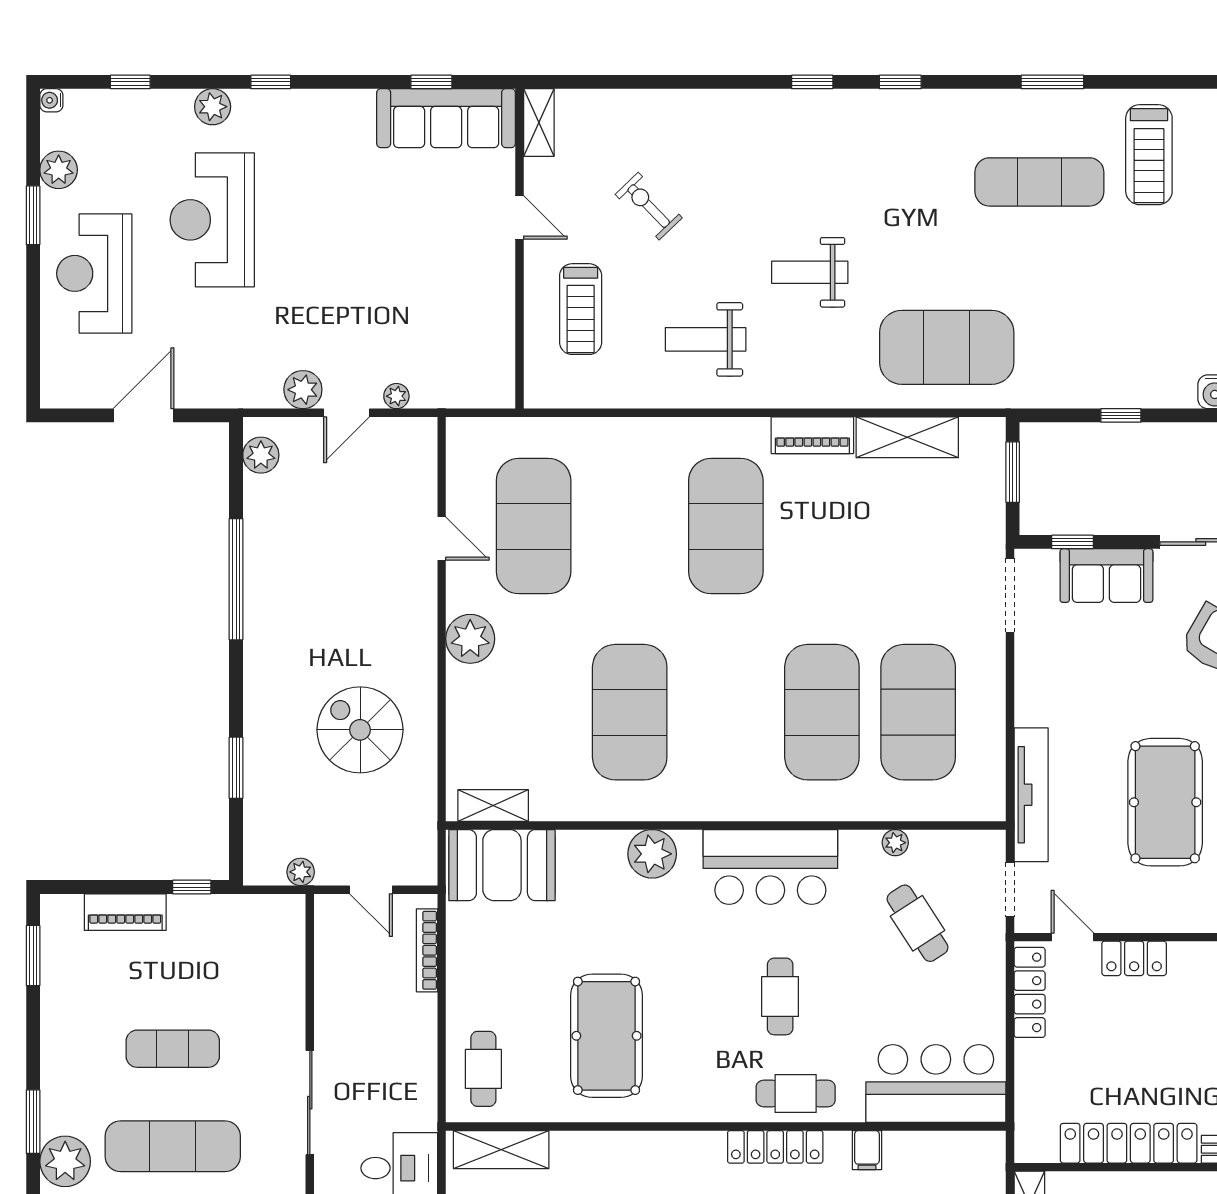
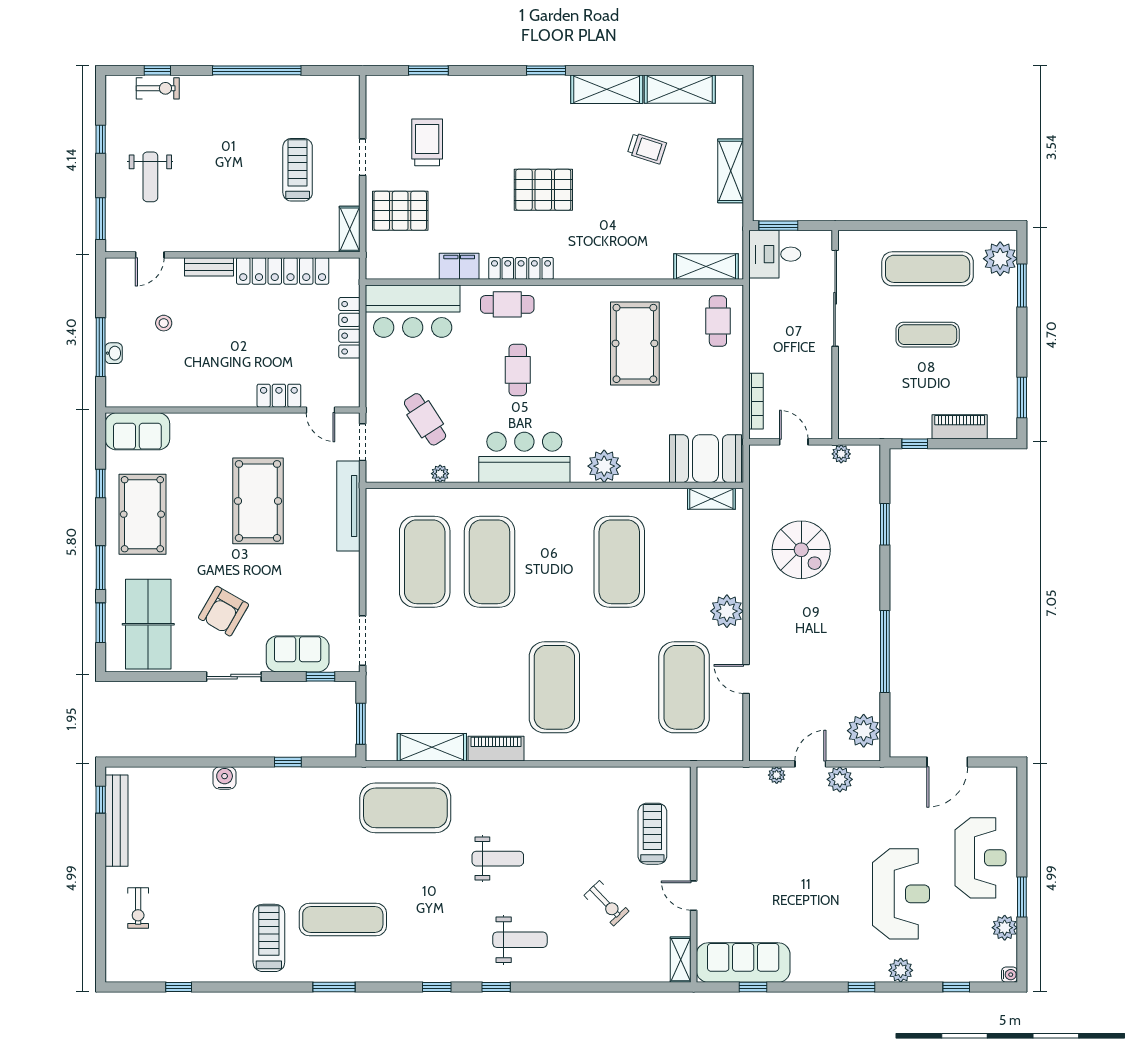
weight bench: (706, 339) -> (520, 940), moved
plant: (261, 455) -> (864, 731), width x1.36, depth x1.36
locker: (1030, 992) -> (349, 328), moved
sliding door: (310, 1103) -> (835, 298), width x1.36
filing cabinet: (867, 1150) -> (459, 266), width x2.00

